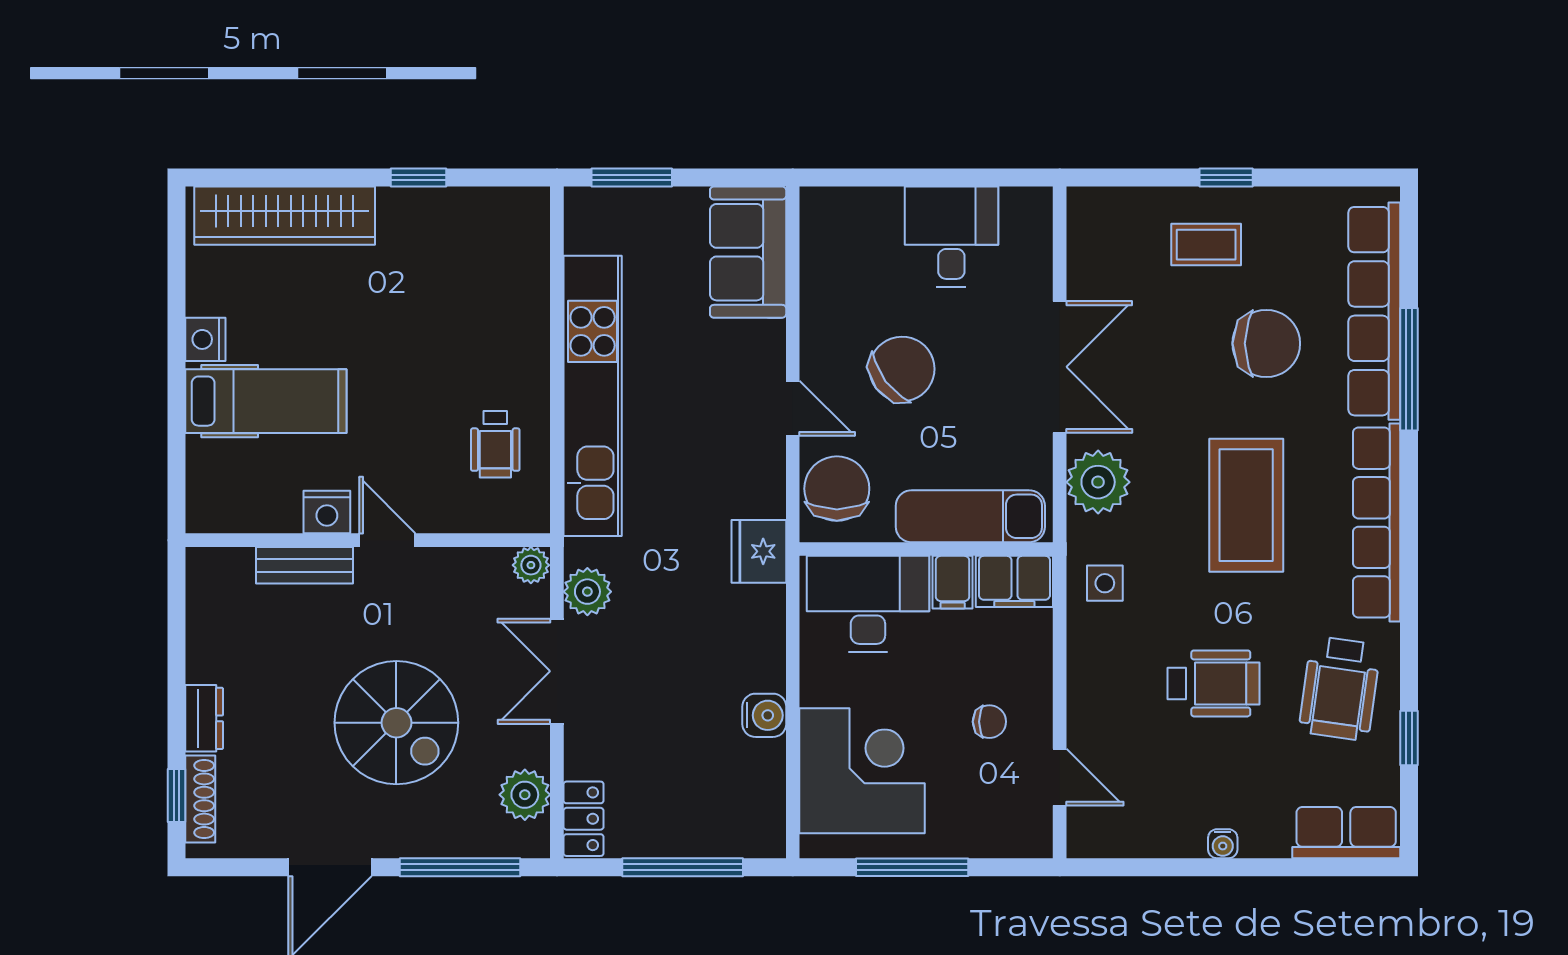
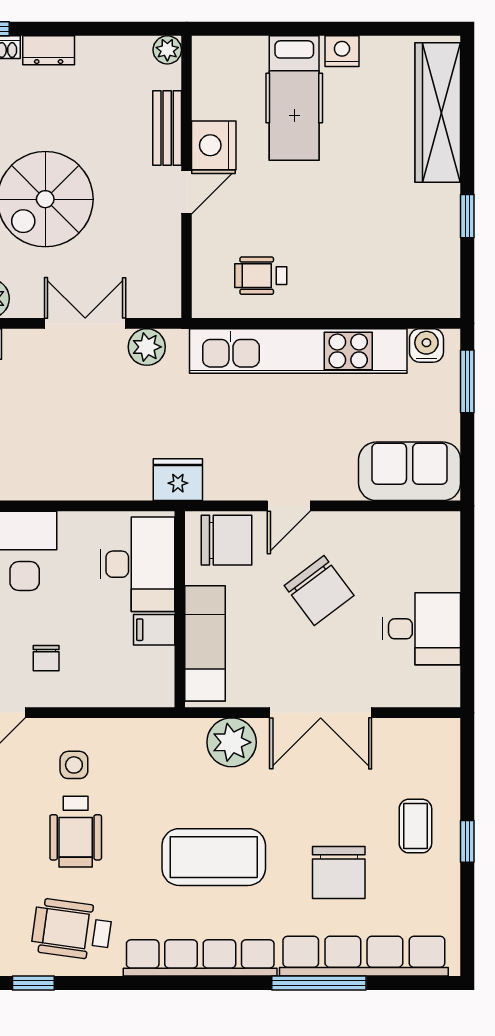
nightstand: (327, 512) -> (214, 145), width x1.36, depth x1.33
plant: (531, 565) -> (167, 50), moved
filing cabinet: (1014, 581) -> (155, 678), removed
side table: (1105, 583) -> (74, 765), moved
water cooler: (764, 715) -> (426, 345), moved, turned 180

